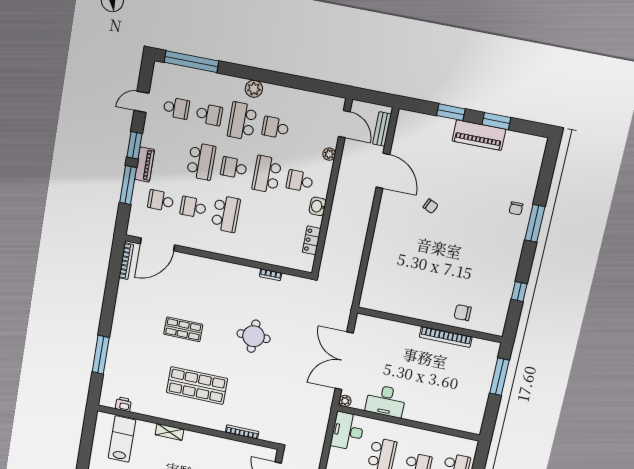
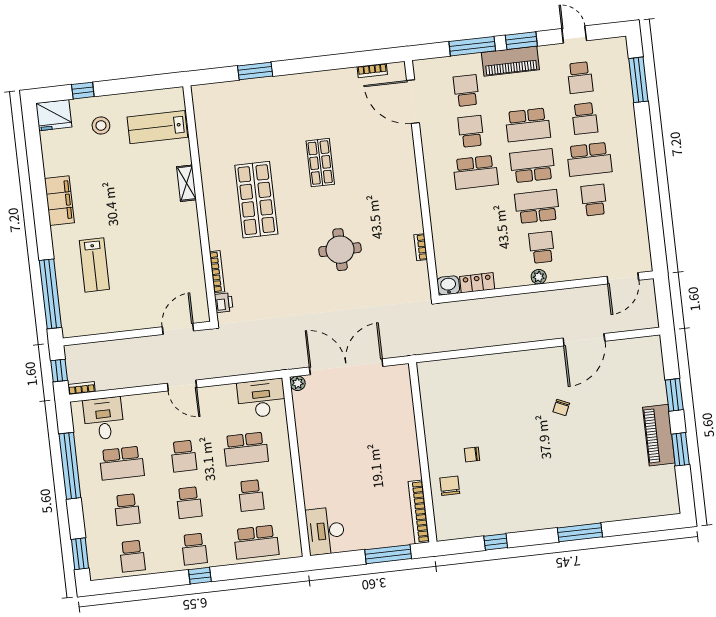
window: (191, 62) -> (638, 80), width x0.68
plant: (254, 89) -> (630, 162), removed
school desk: (242, 121) -> (589, 159), turned 180
bench: (382, 129) -> (631, 323), removed
plant: (329, 154) -> (539, 277), moved
piano: (145, 164) -> (510, 61), width x1.37, depth x1.33
school desk: (234, 168) -> (532, 166), width x1.85
washbasin: (318, 206) -> (448, 285), moved
chair: (516, 208) -> (472, 454), moved
bookcase: (126, 261) -> (372, 71), width x0.64
bookcase: (446, 337) -> (419, 512), moved
window: (101, 355) -> (255, 71), width x0.69
desk: (386, 401) -> (325, 531), moved
printer: (123, 404) -> (224, 303), moved
lab bench: (122, 439) -> (157, 127), turned 180

